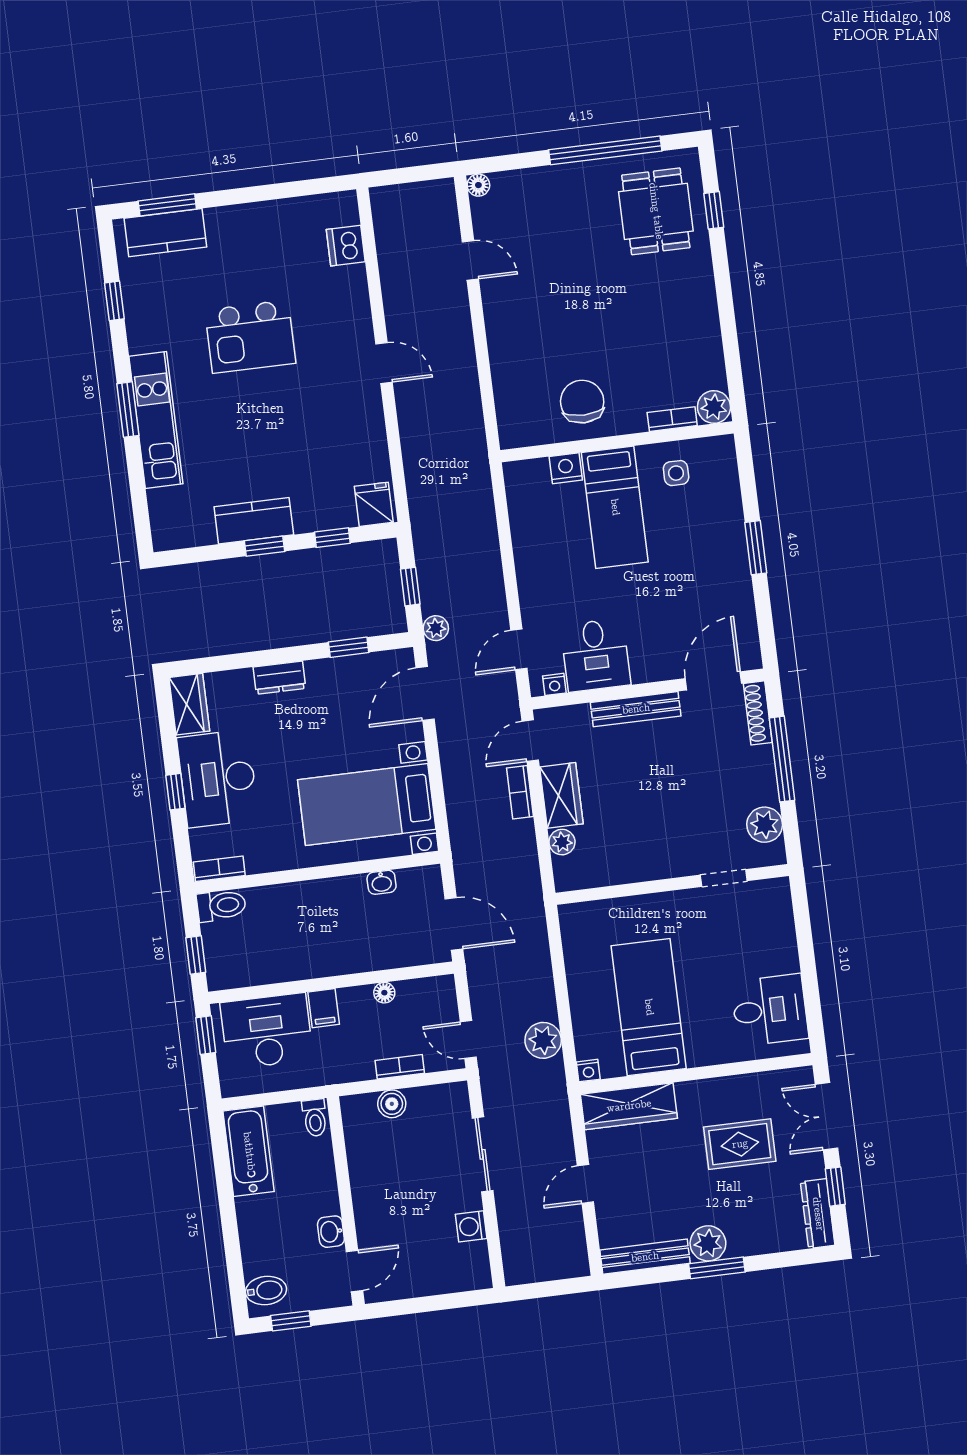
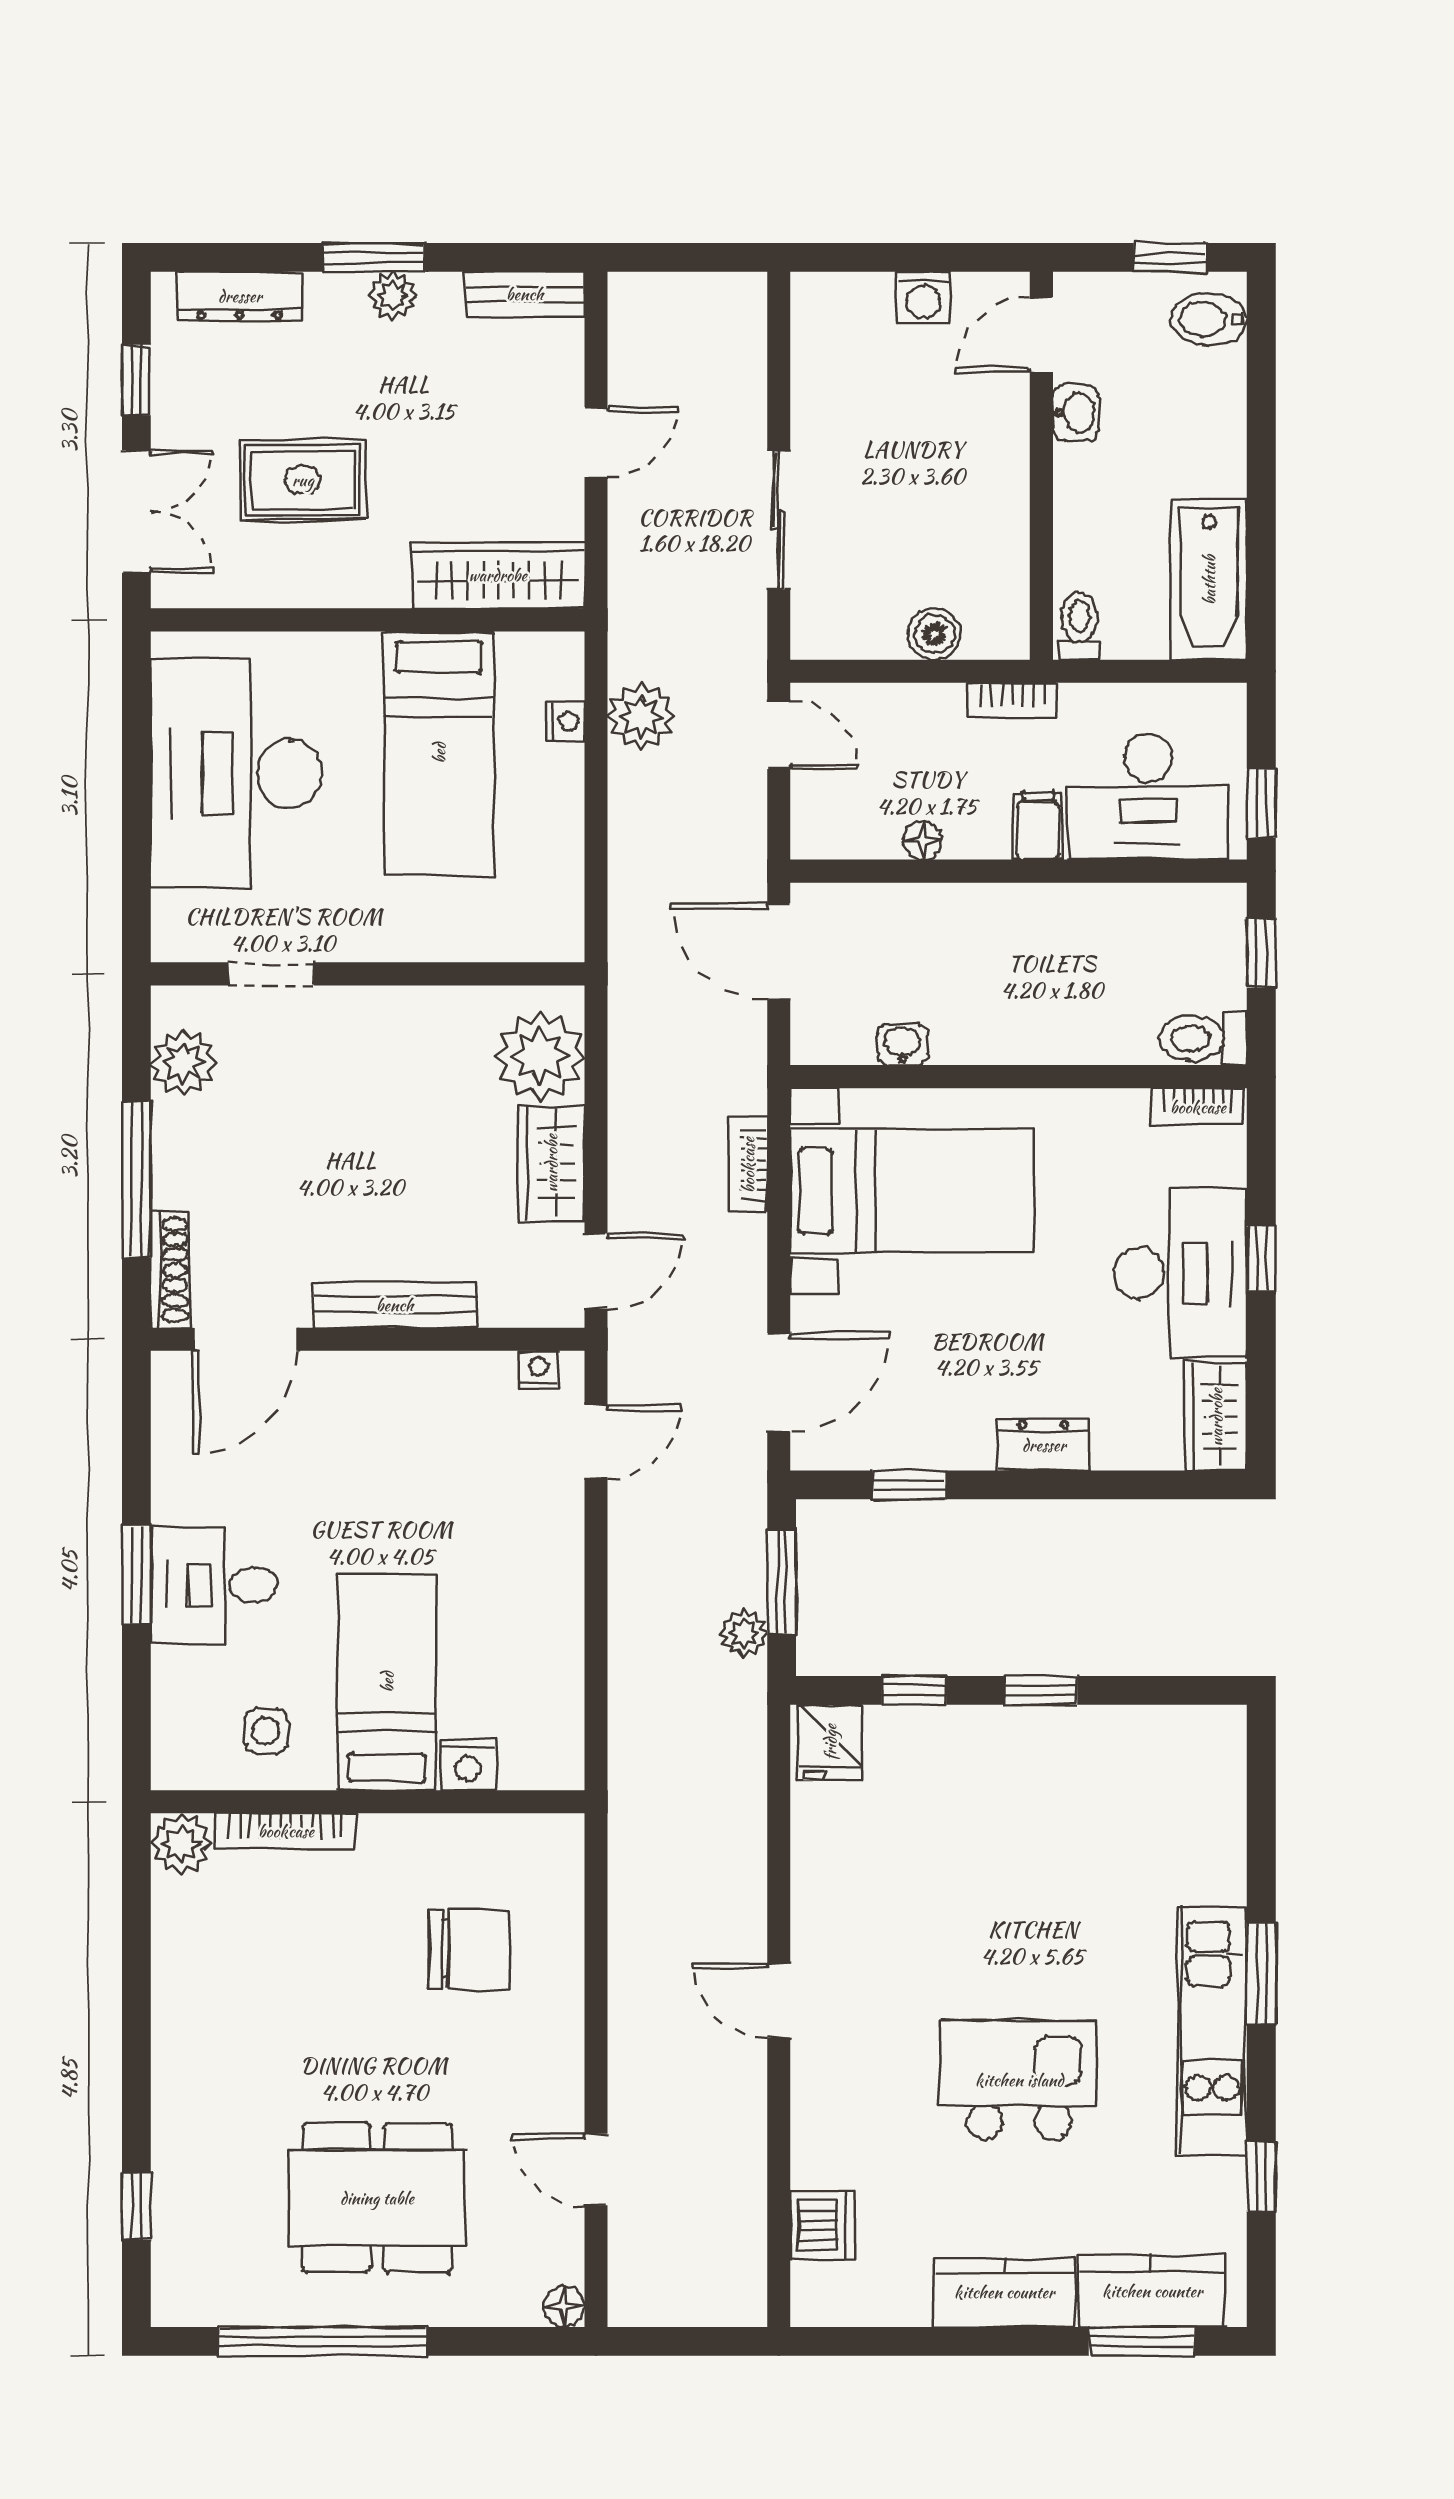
dining table: (656, 211) -> (377, 2198), moved, width x1.38
chair: (582, 402) -> (469, 1949), moved, turned -90
bookcase: (672, 419) -> (286, 1831), width x1.56
kitchen unit: (156, 420) -> (1212, 2031), moved
kitchen counter: (254, 521) -> (1004, 2292), moved, turned 180
window: (410, 587) -> (782, 1582), width x1.50
plant: (436, 628) -> (744, 1633), moved
desk: (596, 655) -> (214, 1585), moved, turned -90
bookcase: (520, 792) -> (748, 1165), moved, turned 180
plant: (562, 842) -> (540, 1056), width x1.88, depth x1.88
desk: (770, 1010) -> (236, 773), width x1.87, depth x1.30
bookcase: (400, 1067) -> (1012, 700), moved
nightstand: (588, 1071) -> (566, 721), moved, turned 90
dresser: (818, 1214) -> (240, 296), moved, turned 90
washing machine: (471, 1226) -> (924, 298), moved, turned 90
plant: (708, 1243) -> (393, 296), width x0.73, depth x0.73
bench: (645, 1257) -> (525, 294), width x0.73

